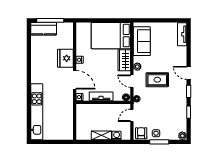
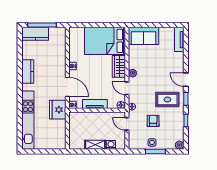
sofa: (142, 41) -> (144, 36), moved, turned 90
fridge: (65, 58) -> (58, 110), moved
kitchen counter: (37, 65) -> (28, 71), added
rug: (157, 80) -> (167, 100), moved
door: (132, 115) -> (127, 124), hinge flipped
armchair: (141, 133) -> (153, 121), moved

